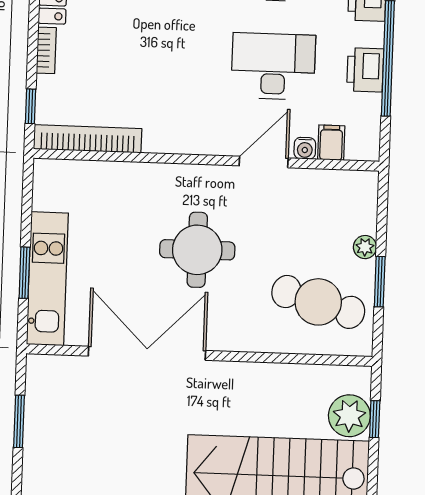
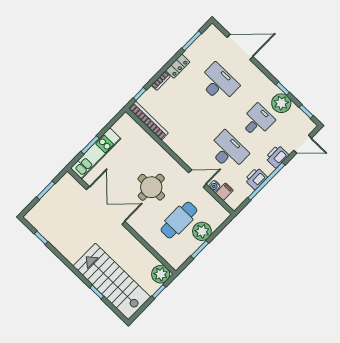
plant: (365, 247) -> (202, 231), width x1.88, depth x1.88
cafe table: (318, 302) -> (179, 220), moved, turned 74
plant: (349, 416) -> (161, 274), moved

